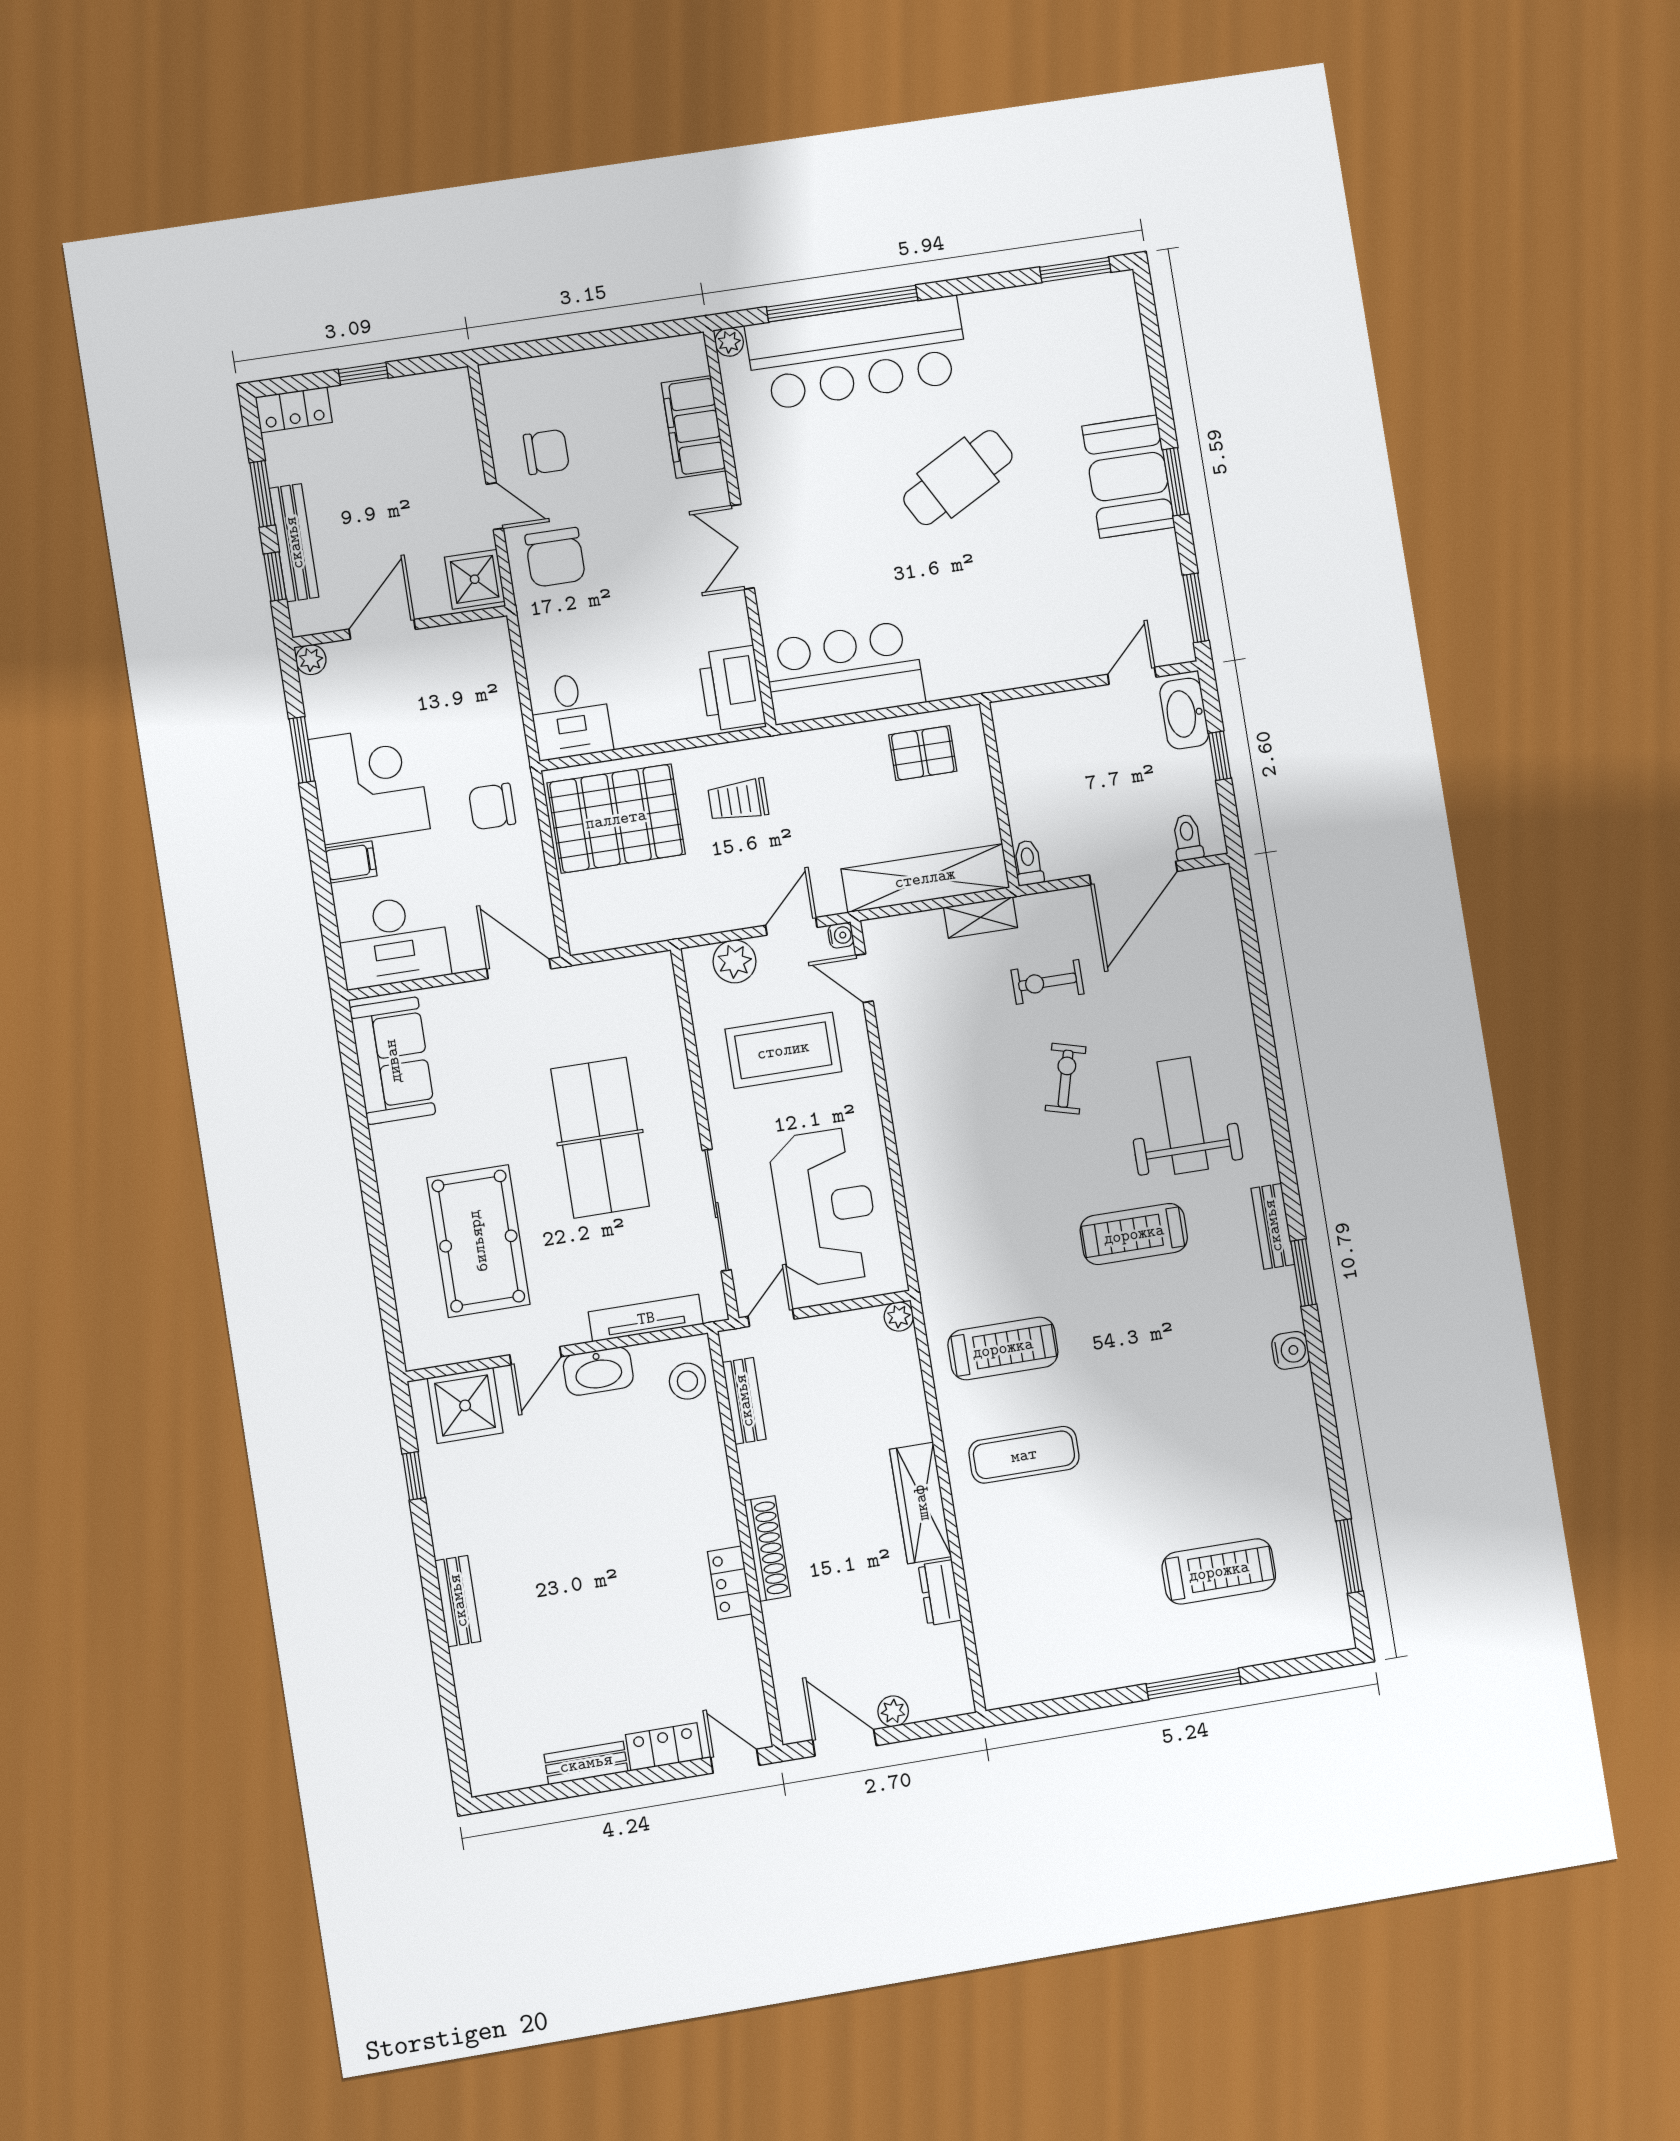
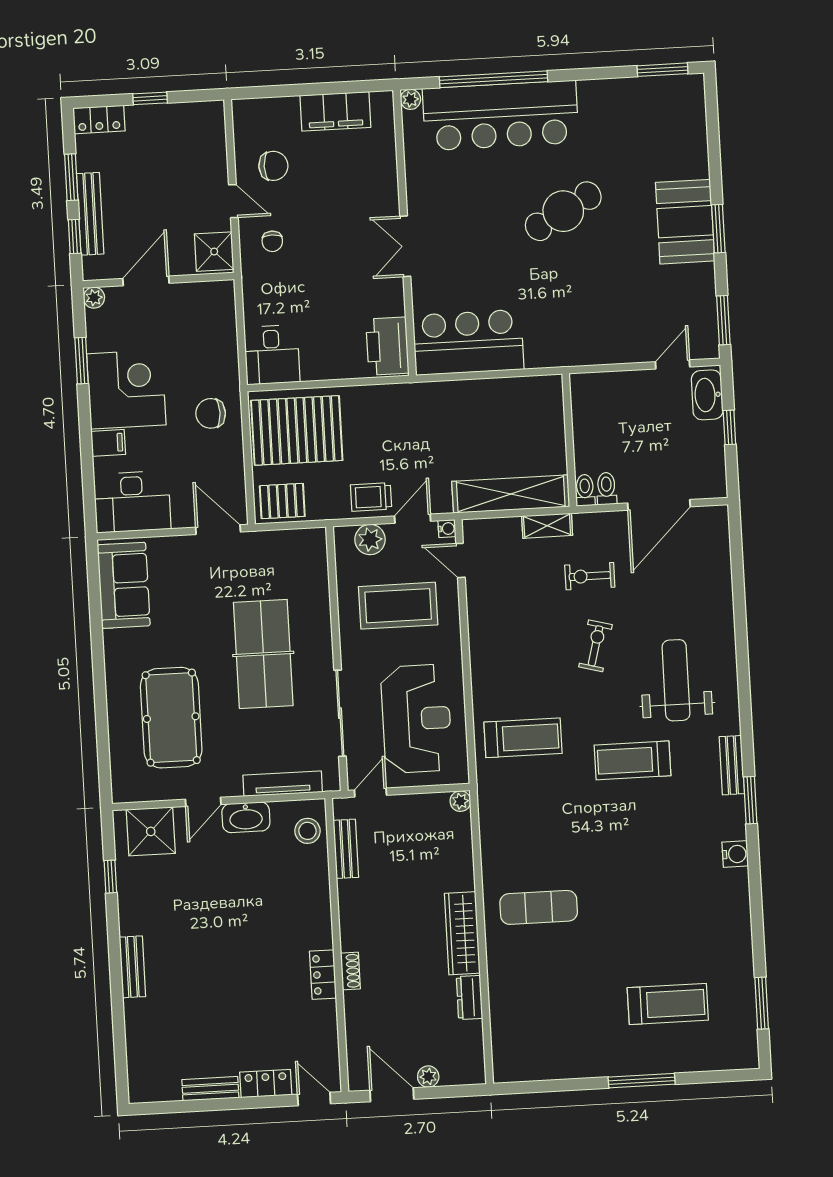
filing cabinet: (694, 427) -> (335, 111), moved, turned -90
chair: (555, 557) -> (272, 241), width x0.54, depth x0.54
pallet: (923, 753) -> (282, 501), moved
trolley: (738, 800) -> (371, 497), moved
toilet: (1188, 837) -> (606, 489), moved
treadmill: (1003, 1348) -> (523, 738), moved
shoe rack: (767, 1548) -> (350, 971), width x0.51, depth x0.81

